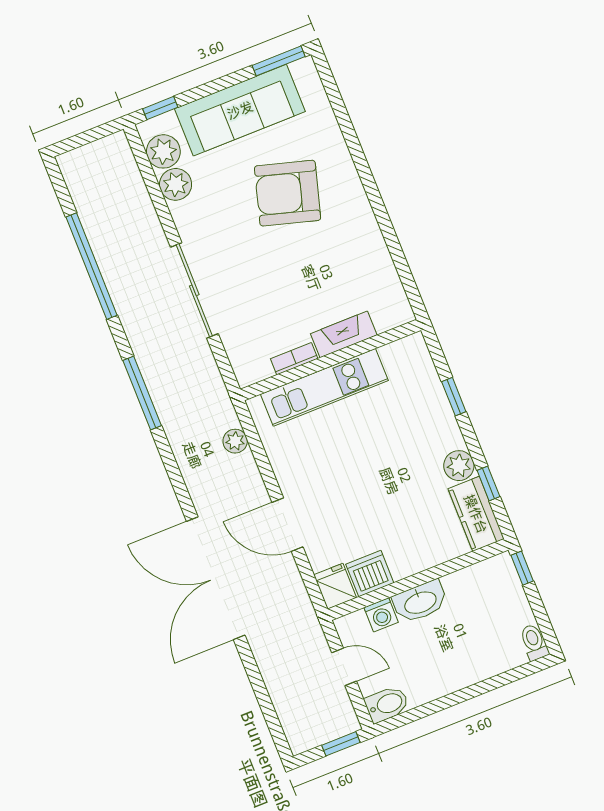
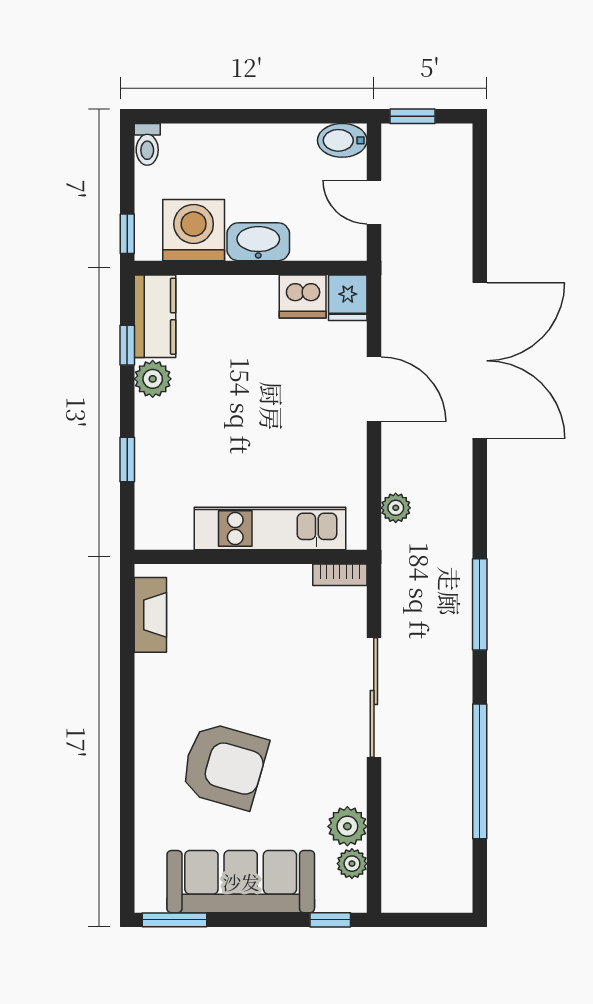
plant: (163, 151) -> (352, 864), width x0.73, depth x0.73
fireplace: (344, 334) -> (150, 615), moved, turned -90
bookcase: (294, 359) -> (340, 575), moved
washing machine: (381, 615) -> (194, 230), moved, width x1.89, depth x1.89

